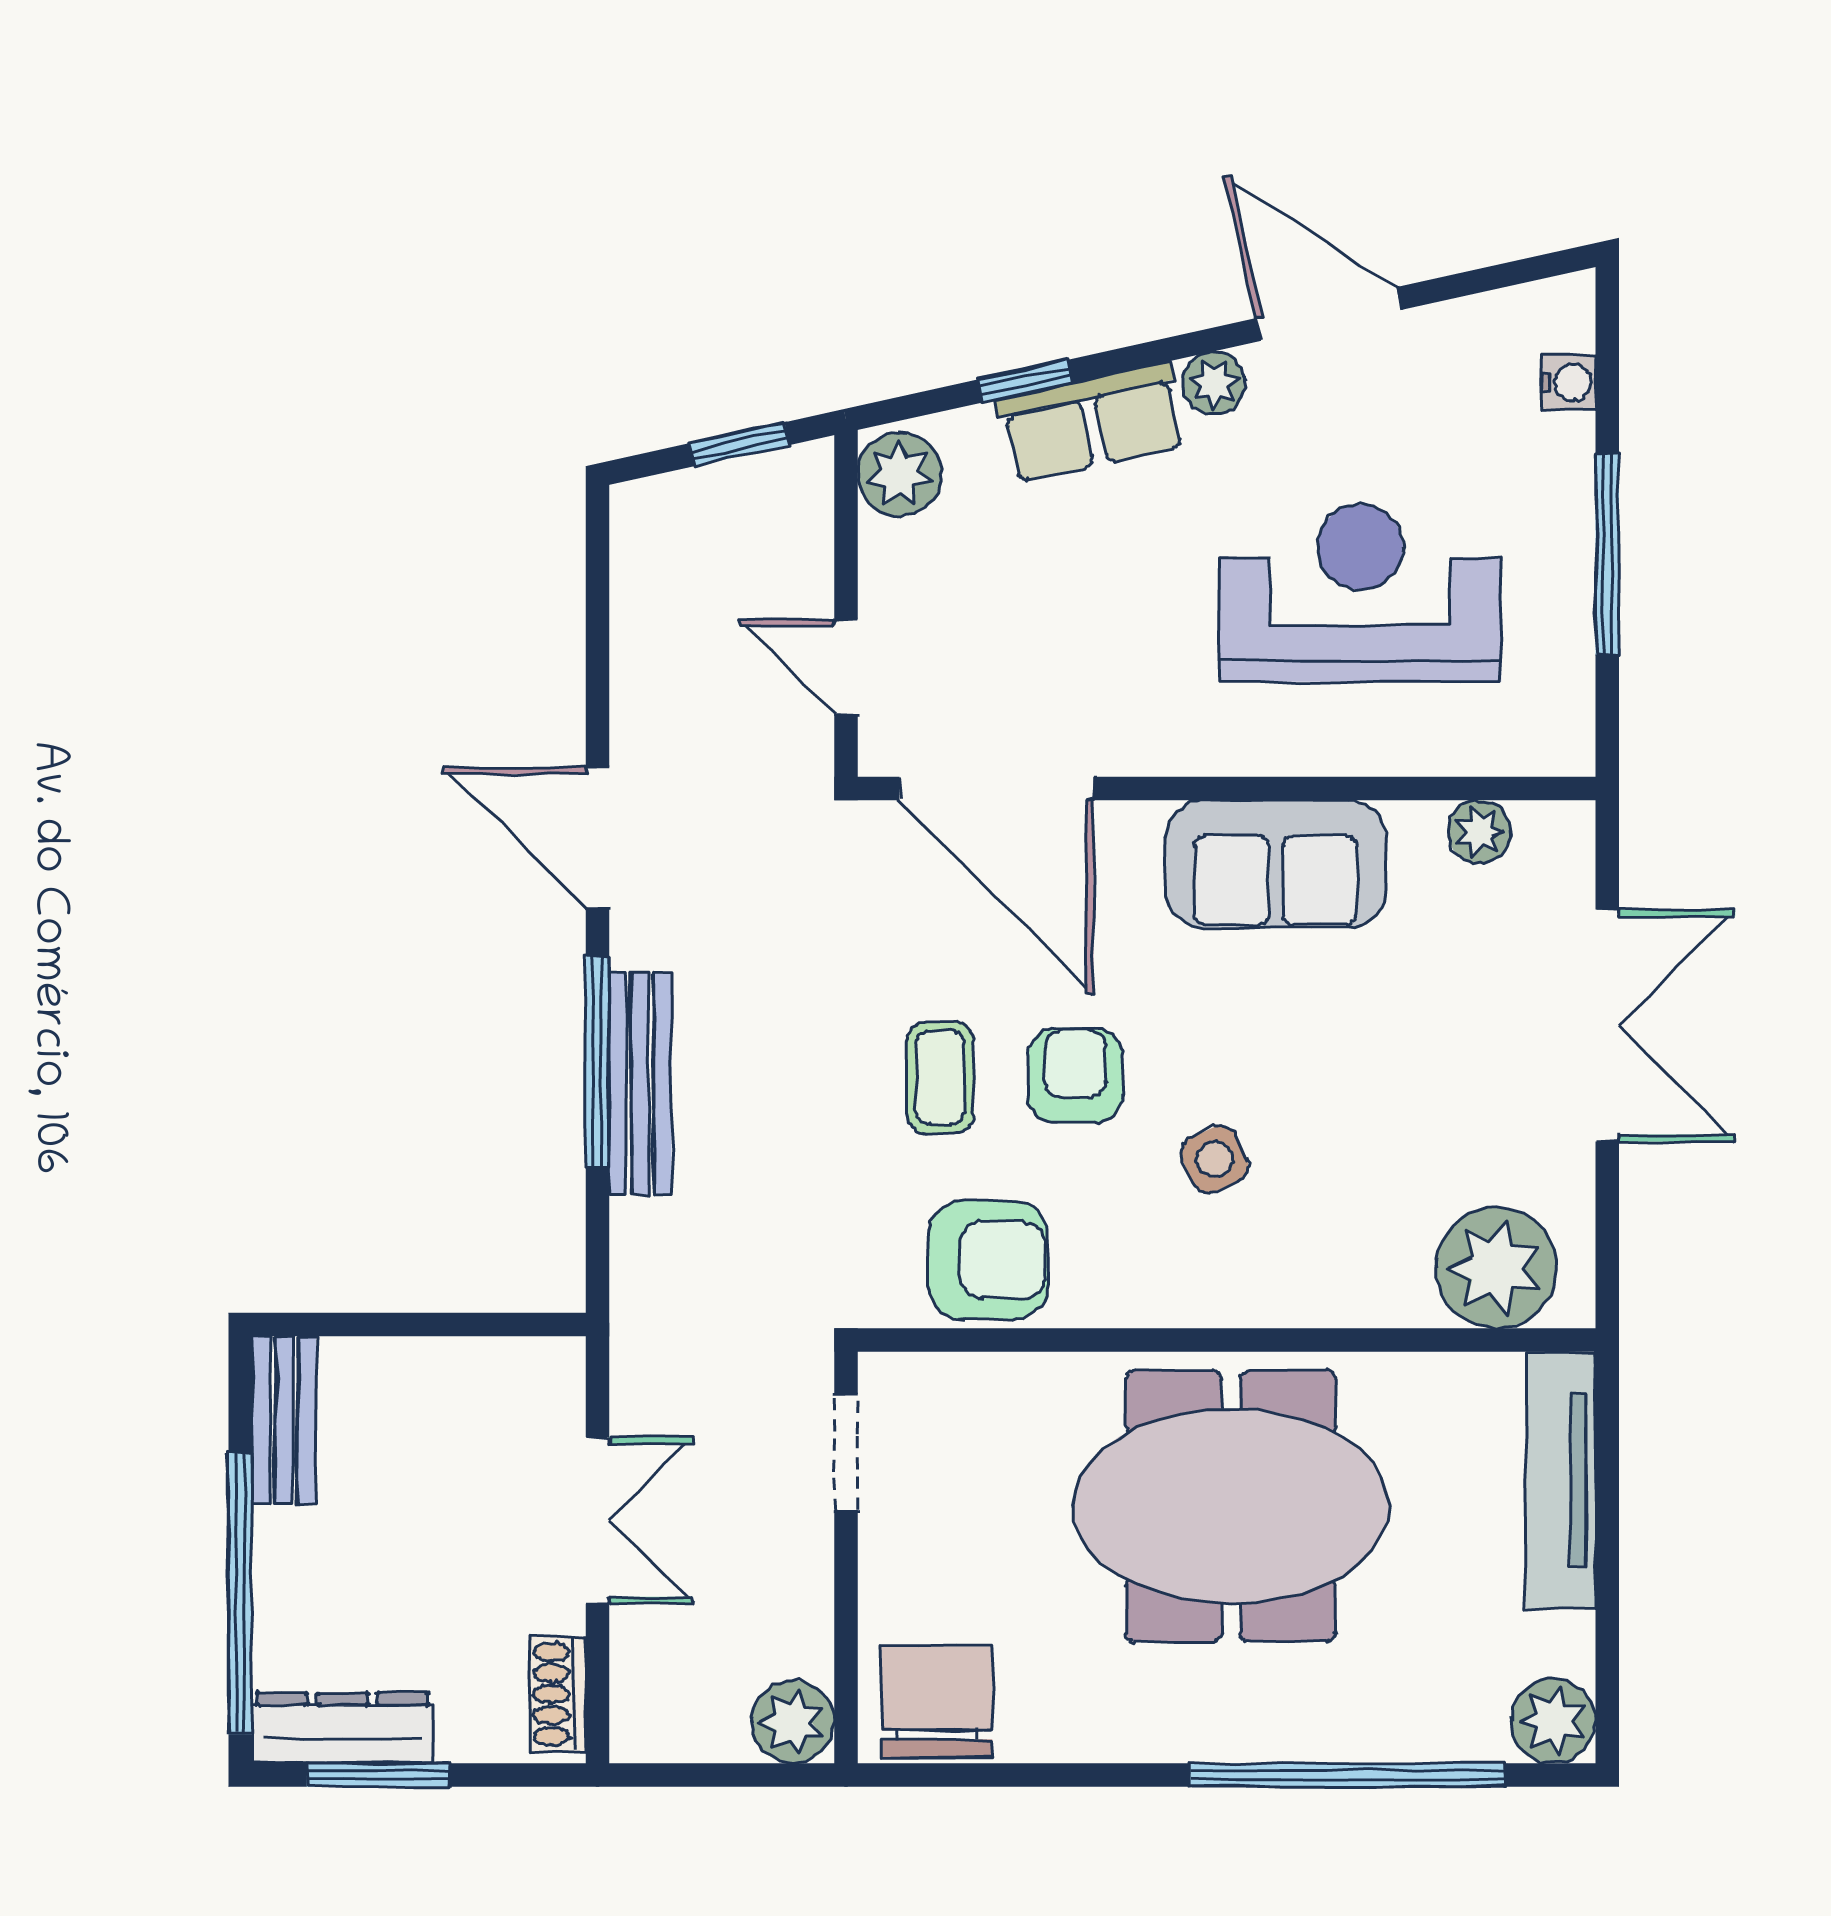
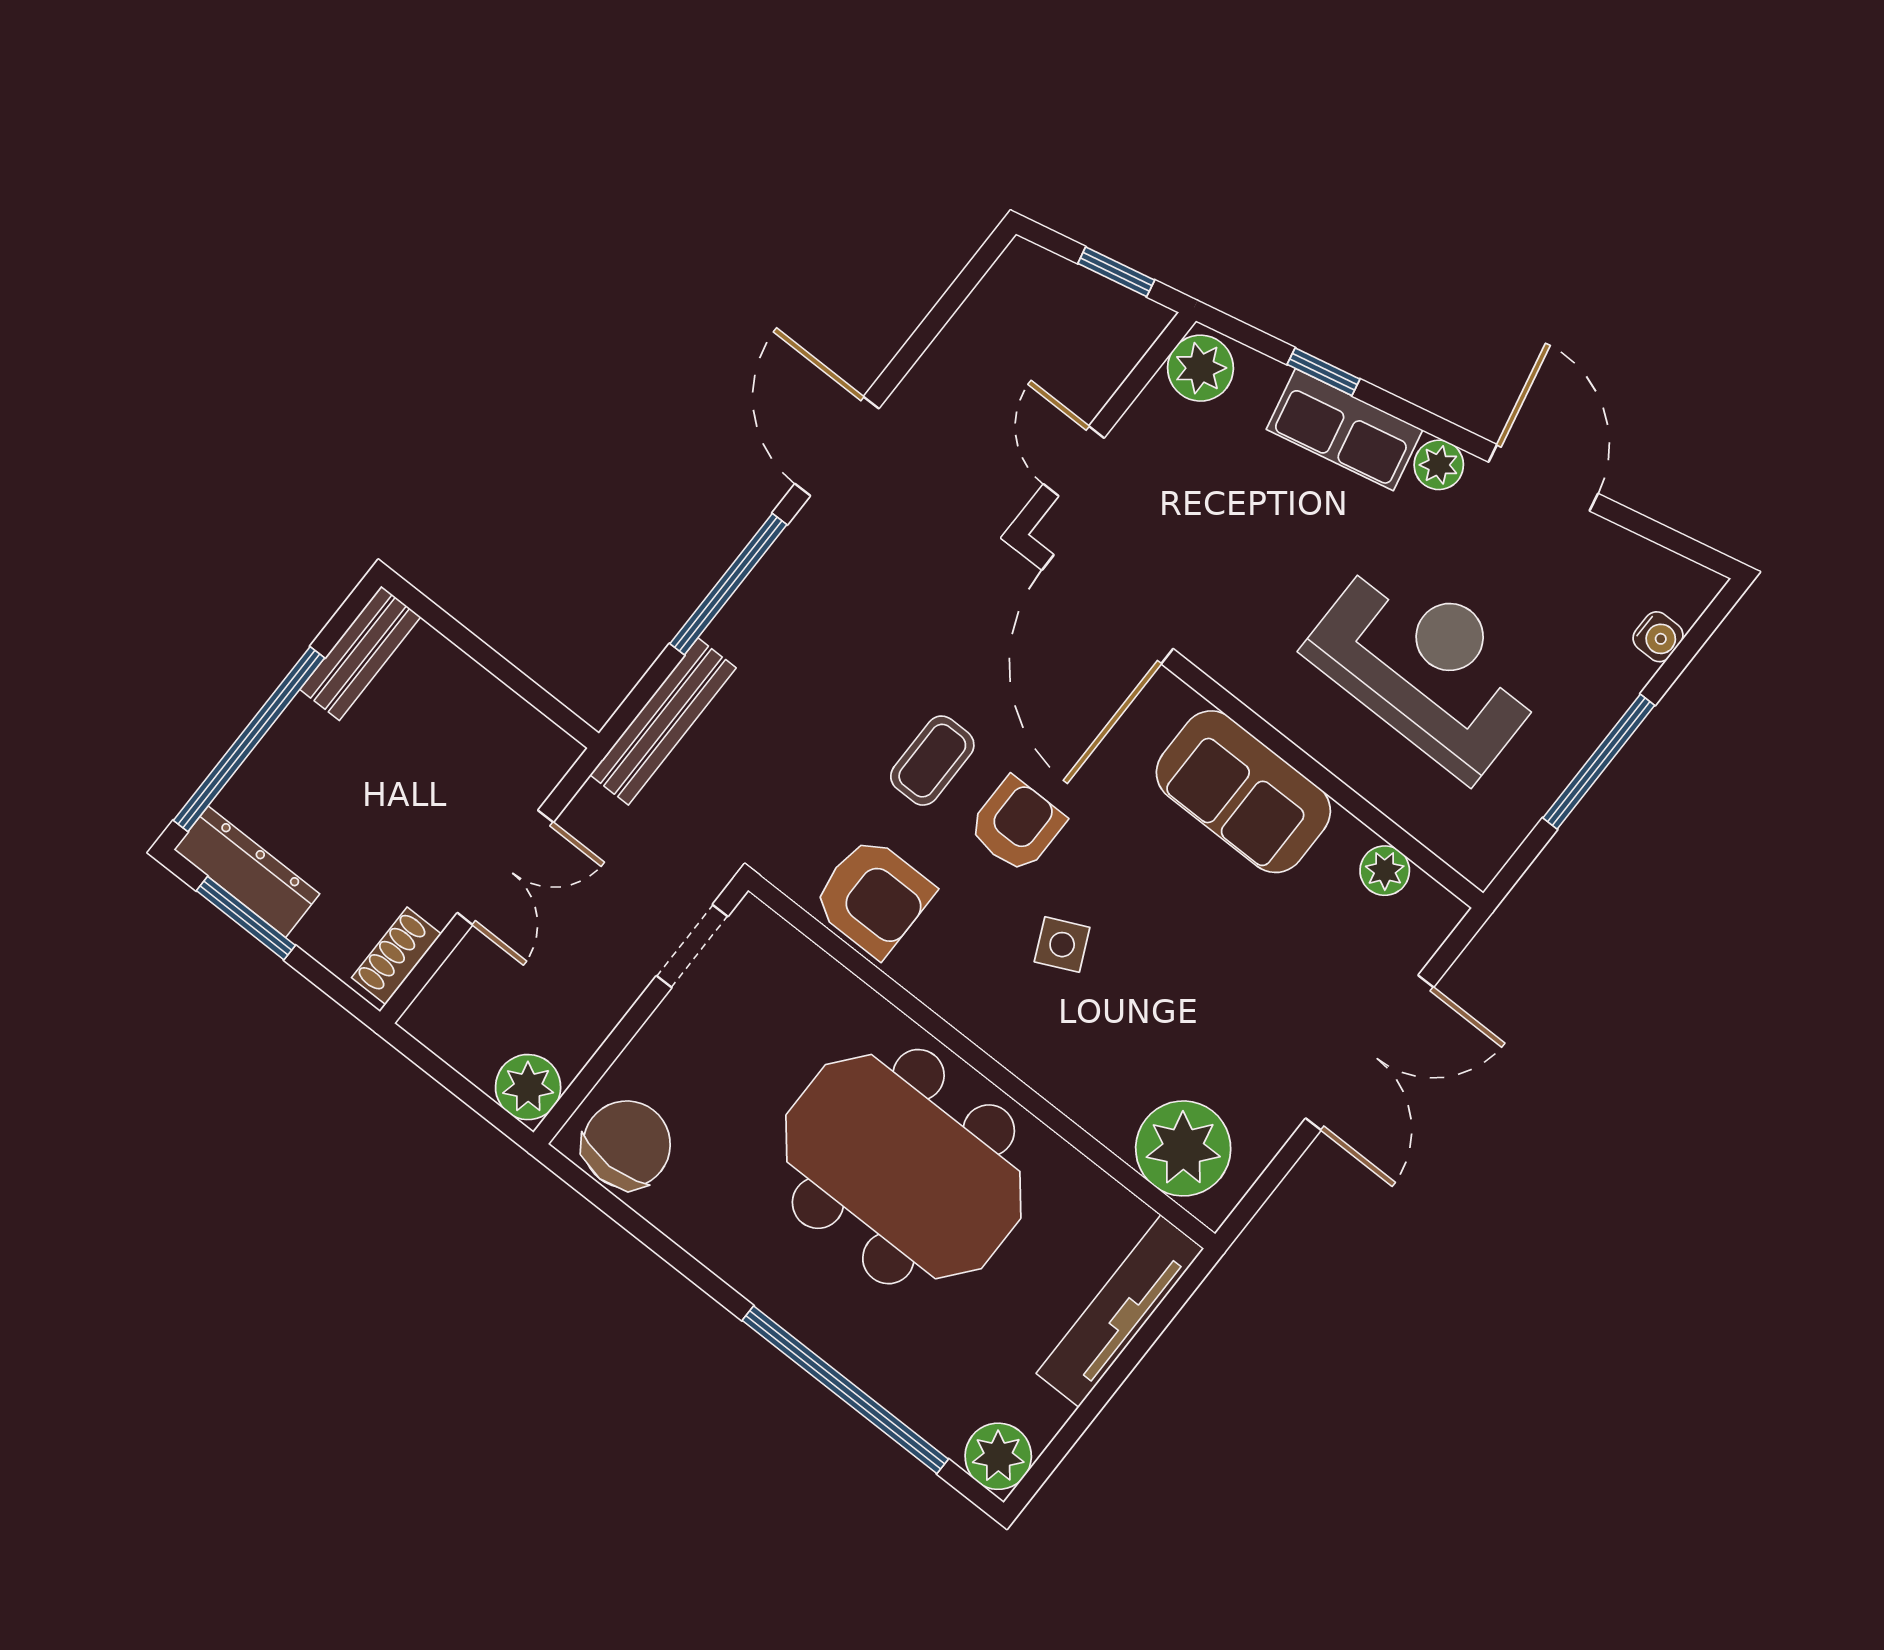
bench: (640, 1084) -> (663, 721), moved

